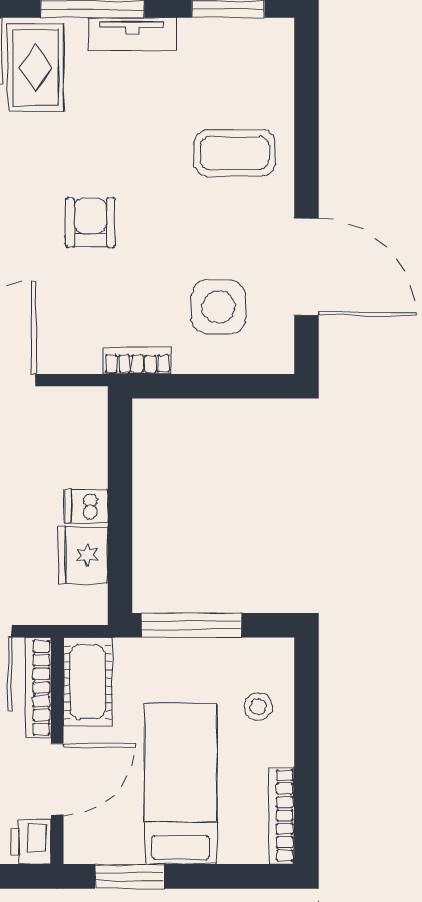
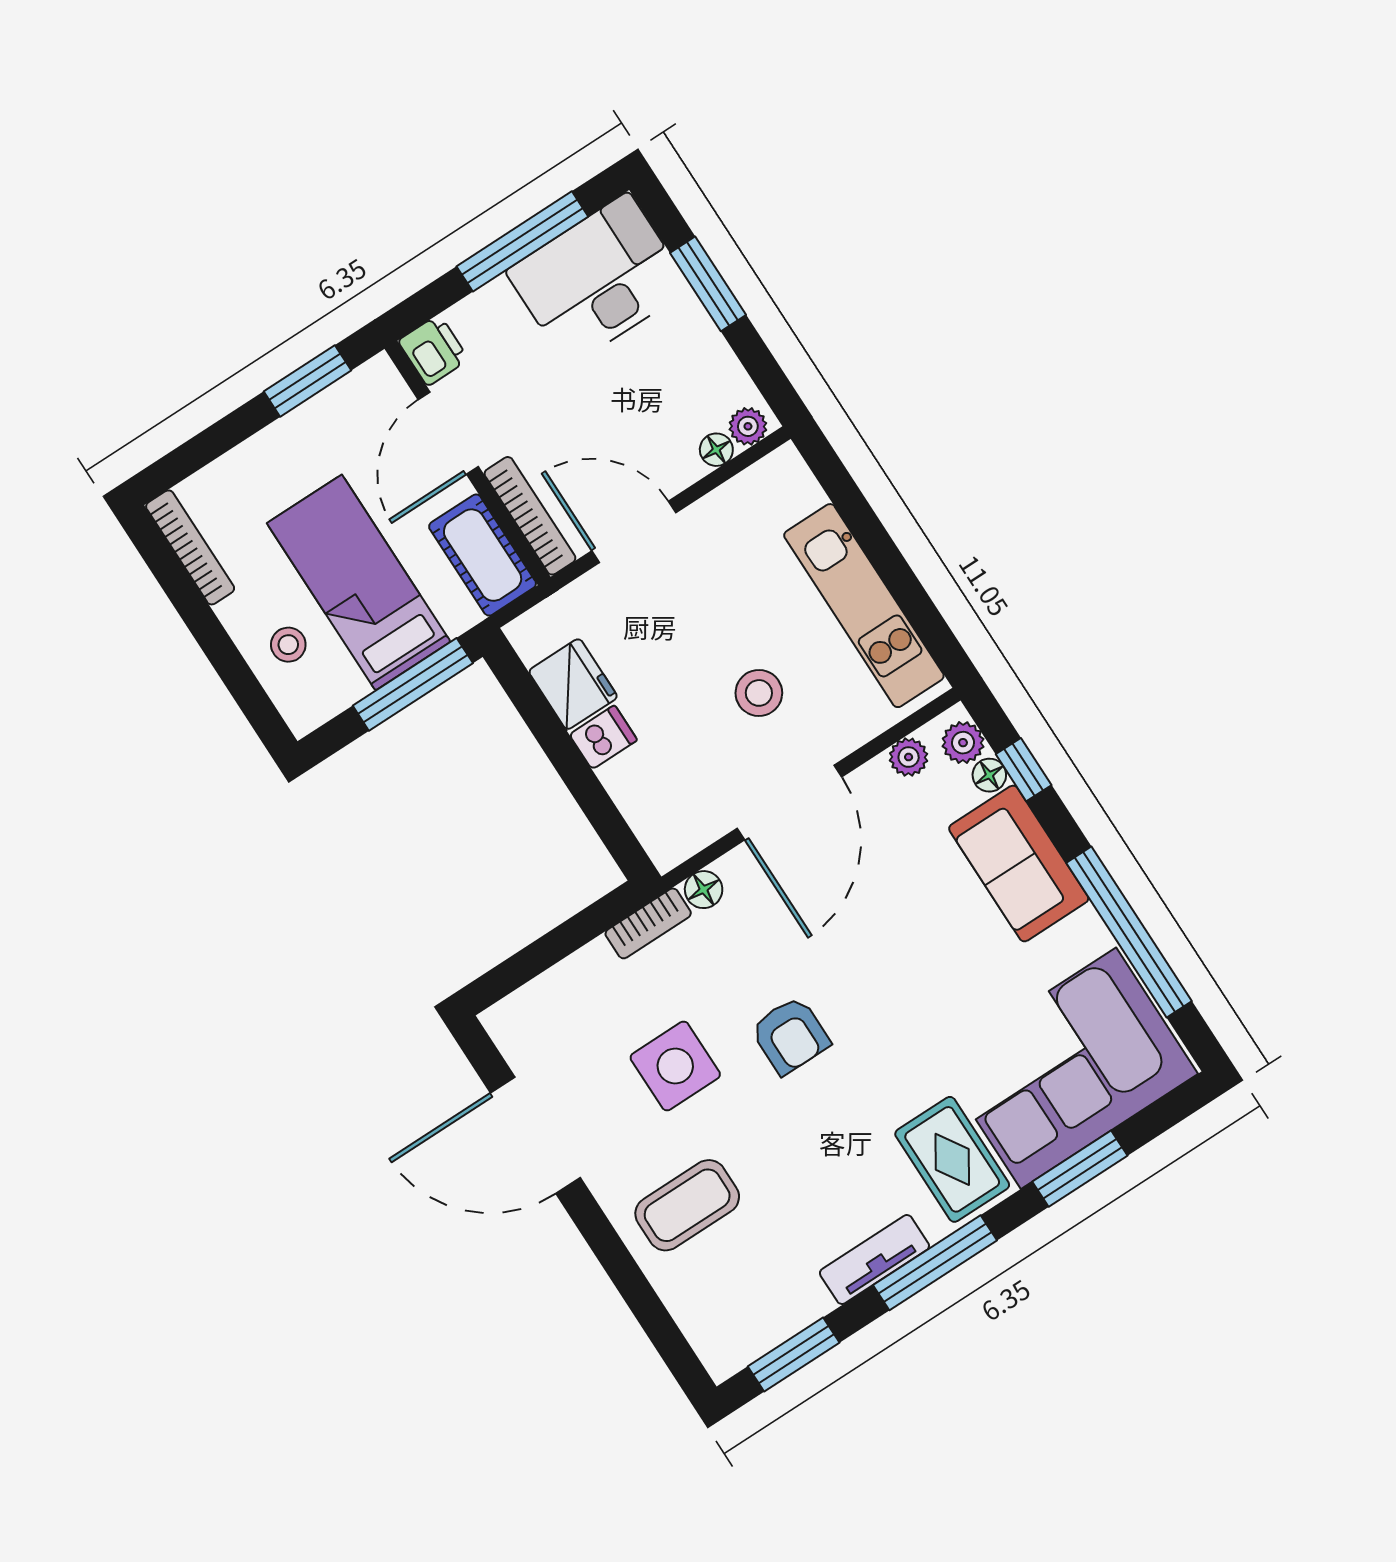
side table: (218, 307) -> (675, 1066), moved
floor lamp: (85, 359) -> (704, 890), added
bed: (181, 784) -> (359, 582), moved, turned 180

